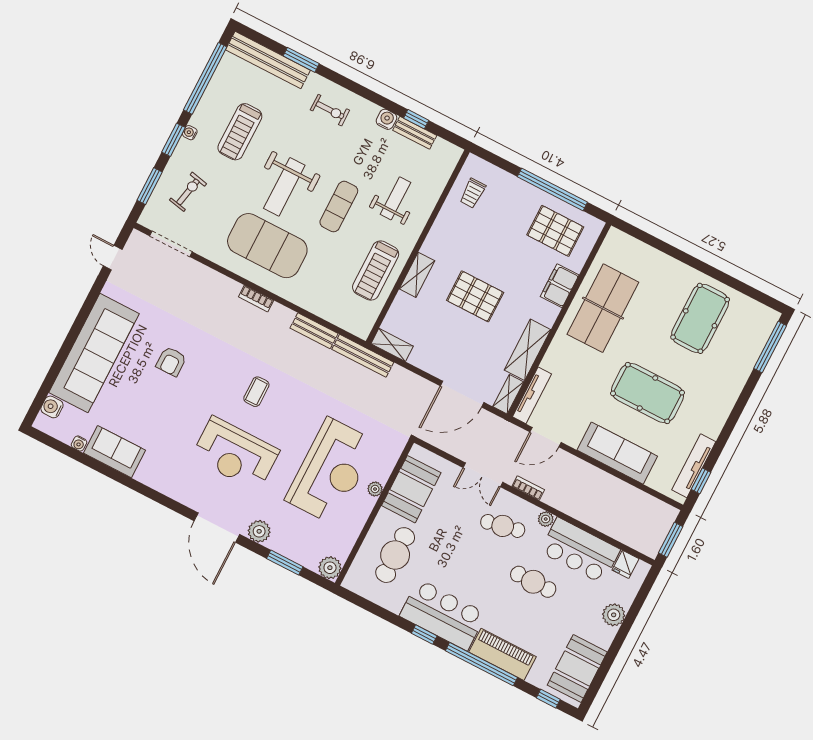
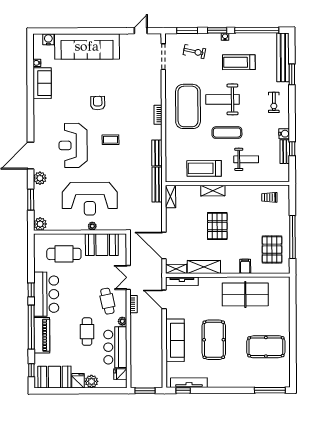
filing cabinet: (560, 286) -> (245, 266), width x0.50
armchair: (171, 361) -> (98, 103), moved, turned 89
fridge: (602, 635) -> (78, 381), added

